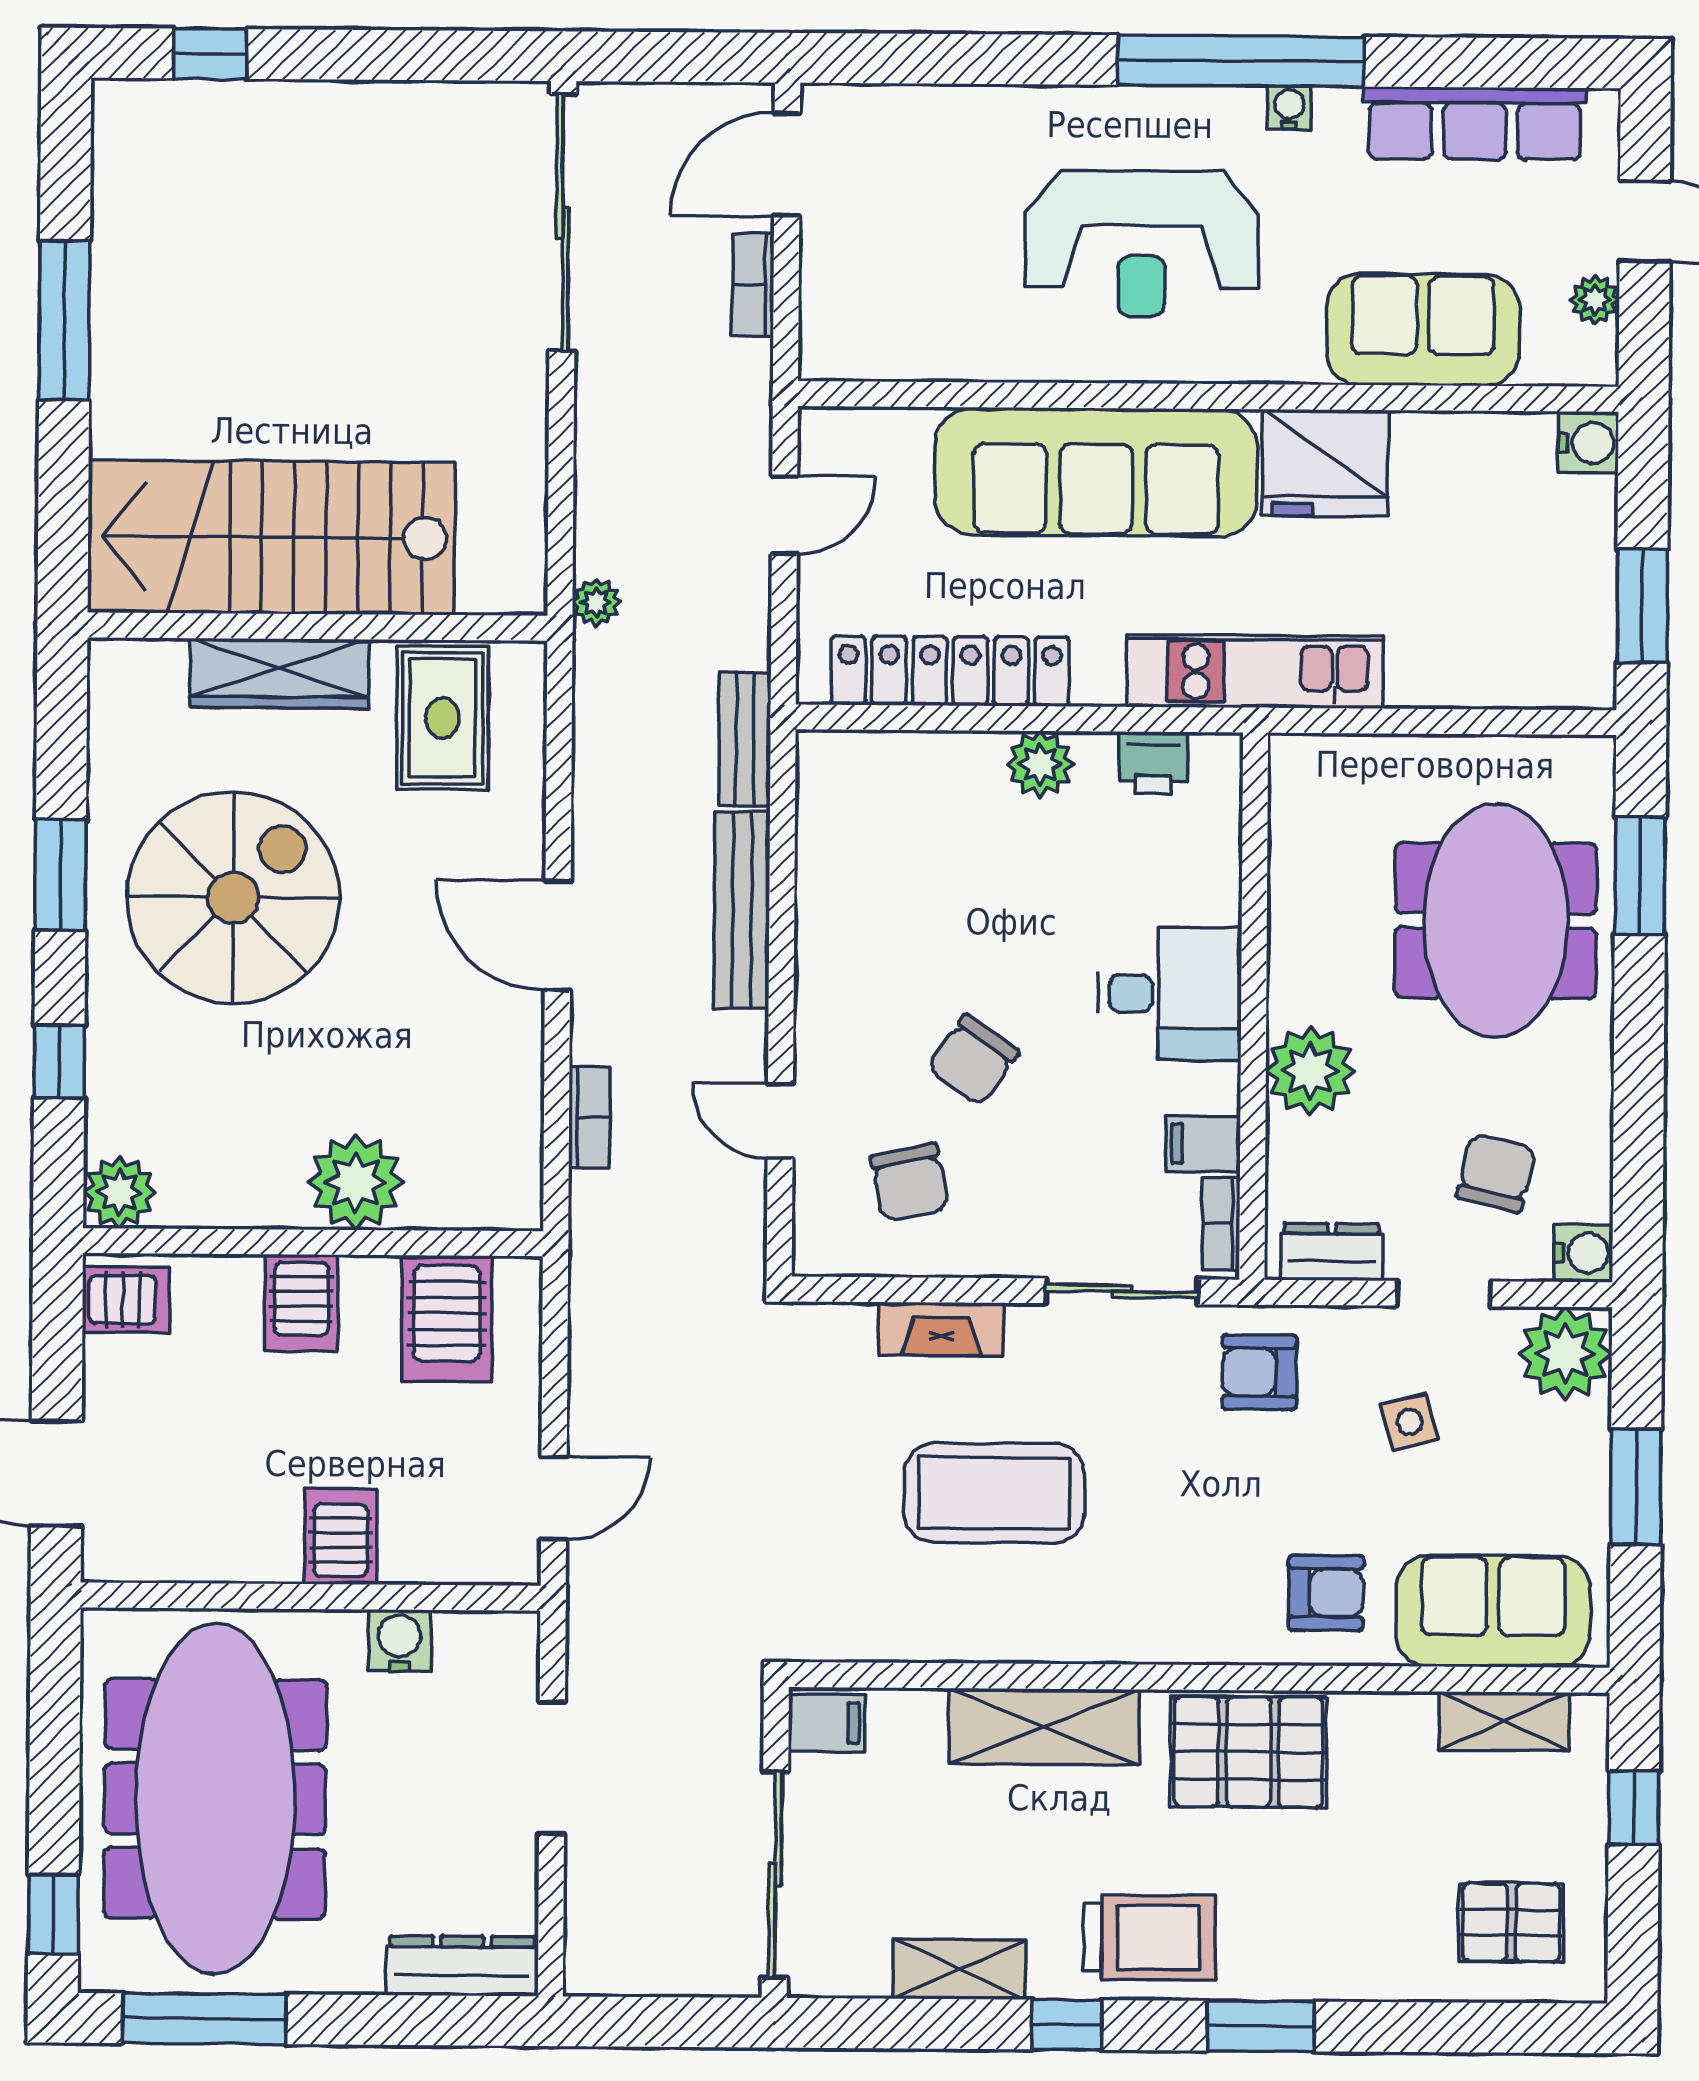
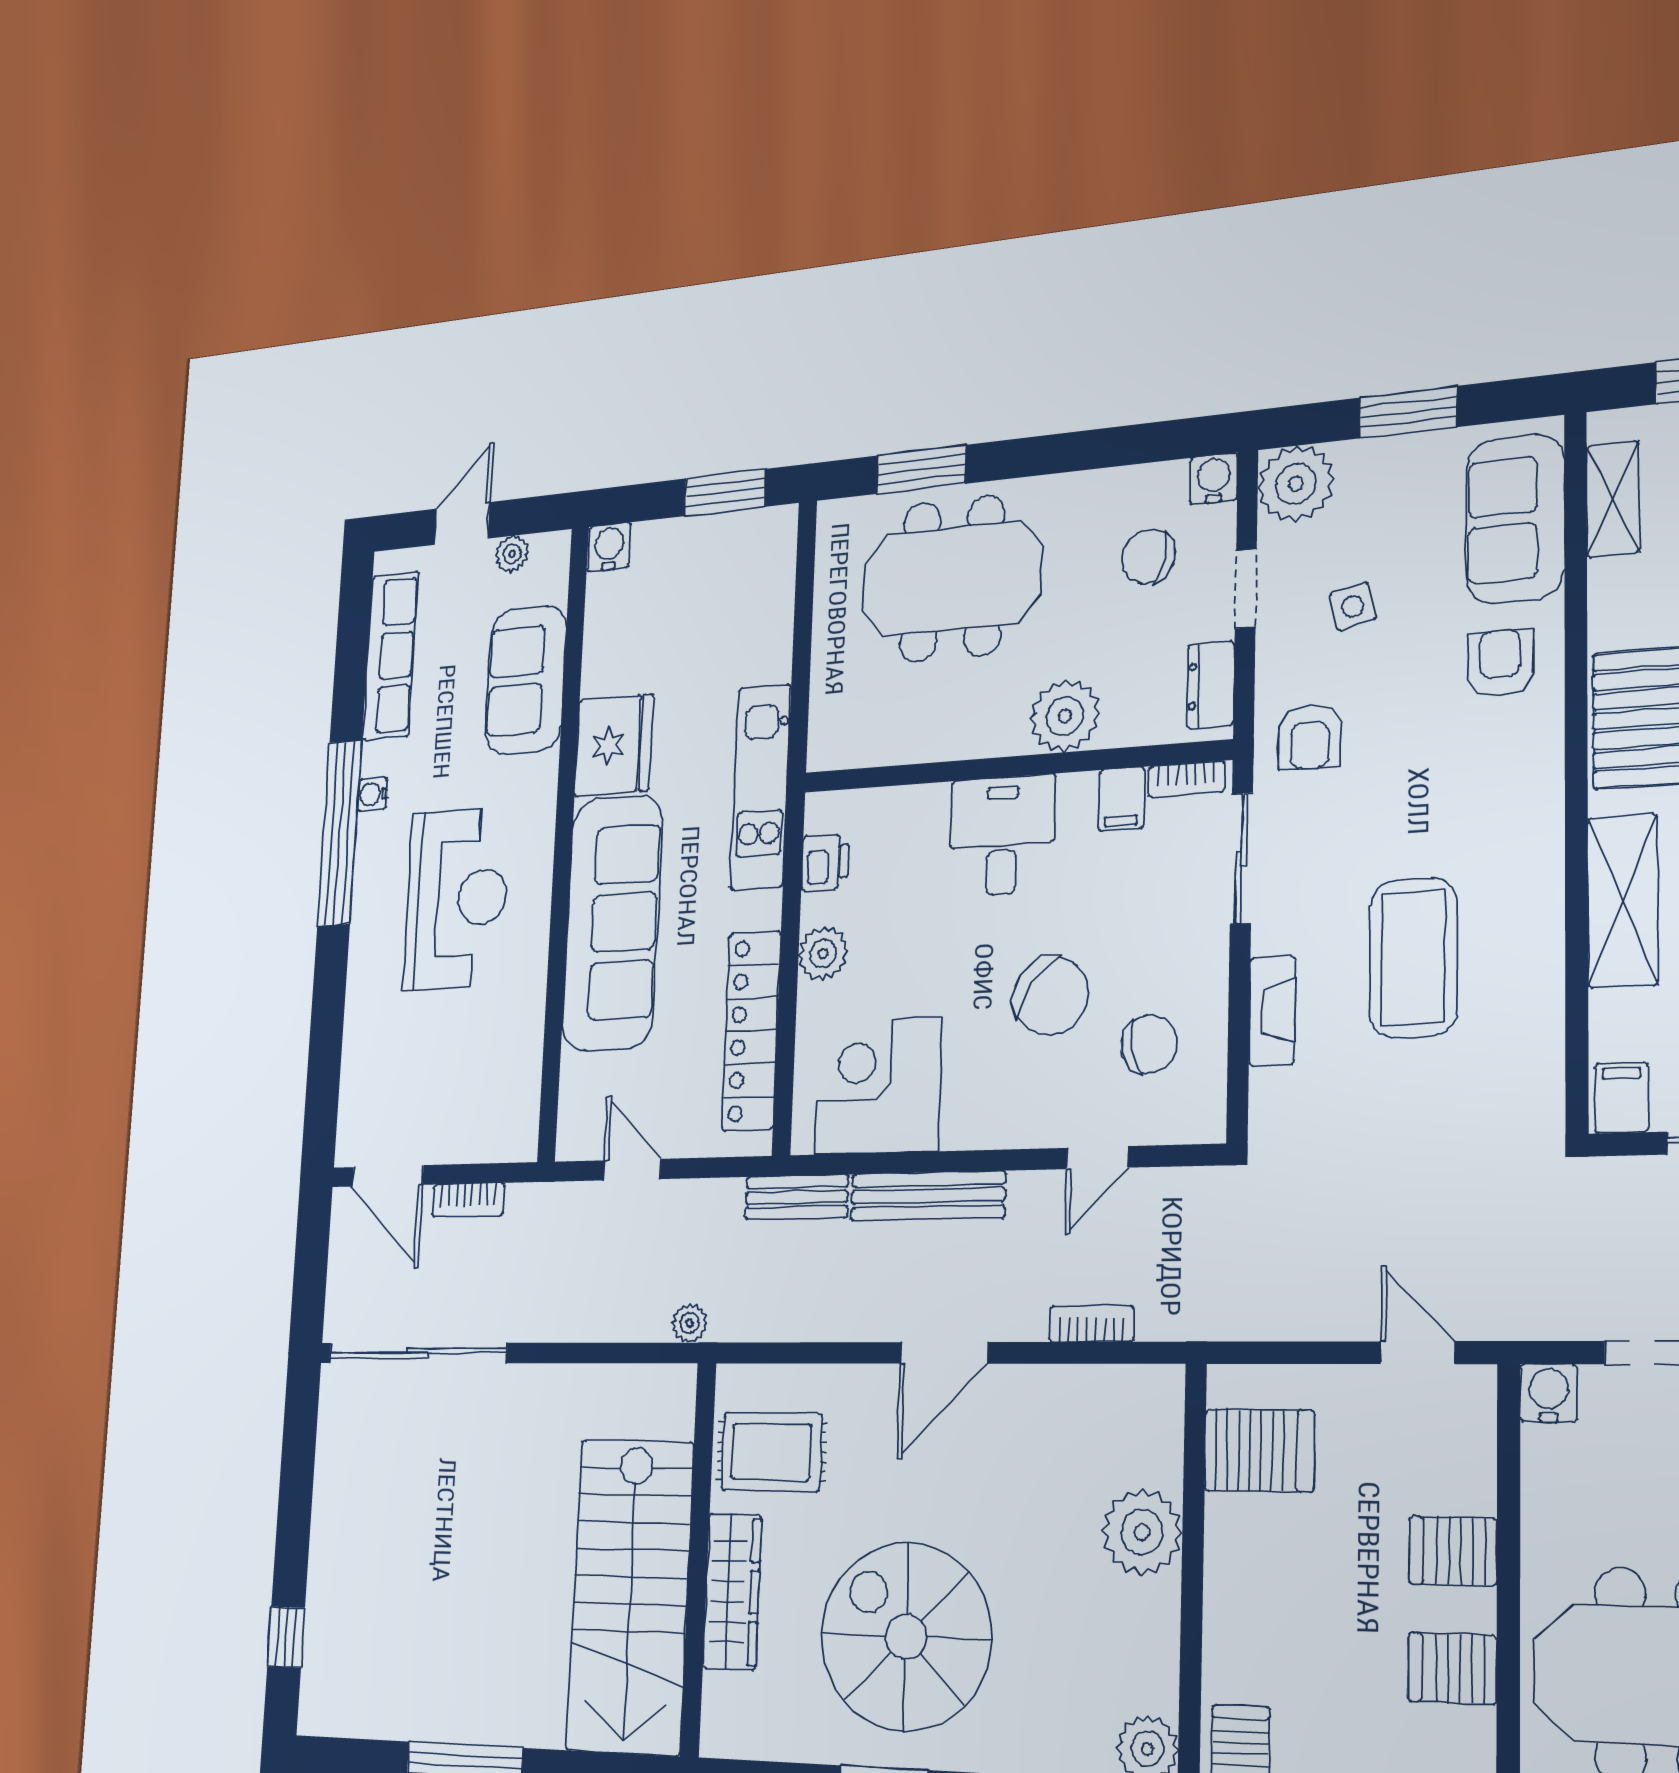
corner desk: (875, 842) -> (878, 1086), added
chair: (973, 1060) -> (1051, 996), width x1.37, depth x1.37
server rack: (302, 1303) -> (1452, 1668), moved, turned 180
water cooler: (400, 1640) -> (1548, 1393), moved, turned 90

